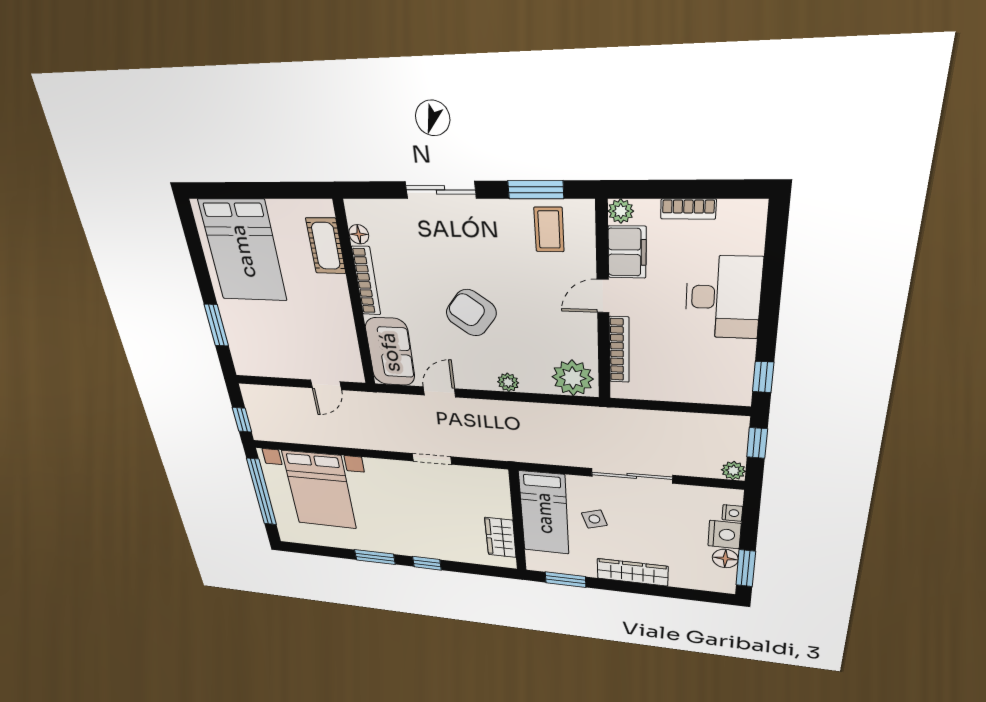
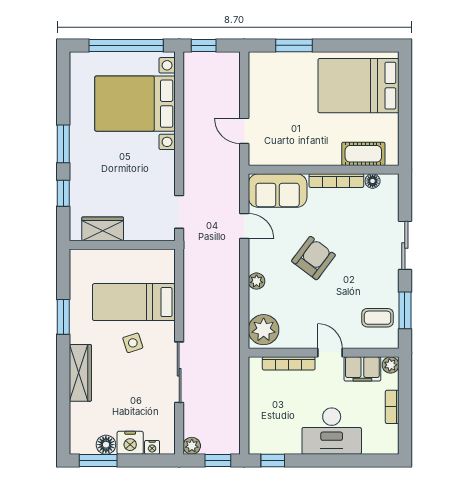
wall: (518, 521) -> (122, 245), moved
wardrobe: (500, 537) -> (103, 229), moved

